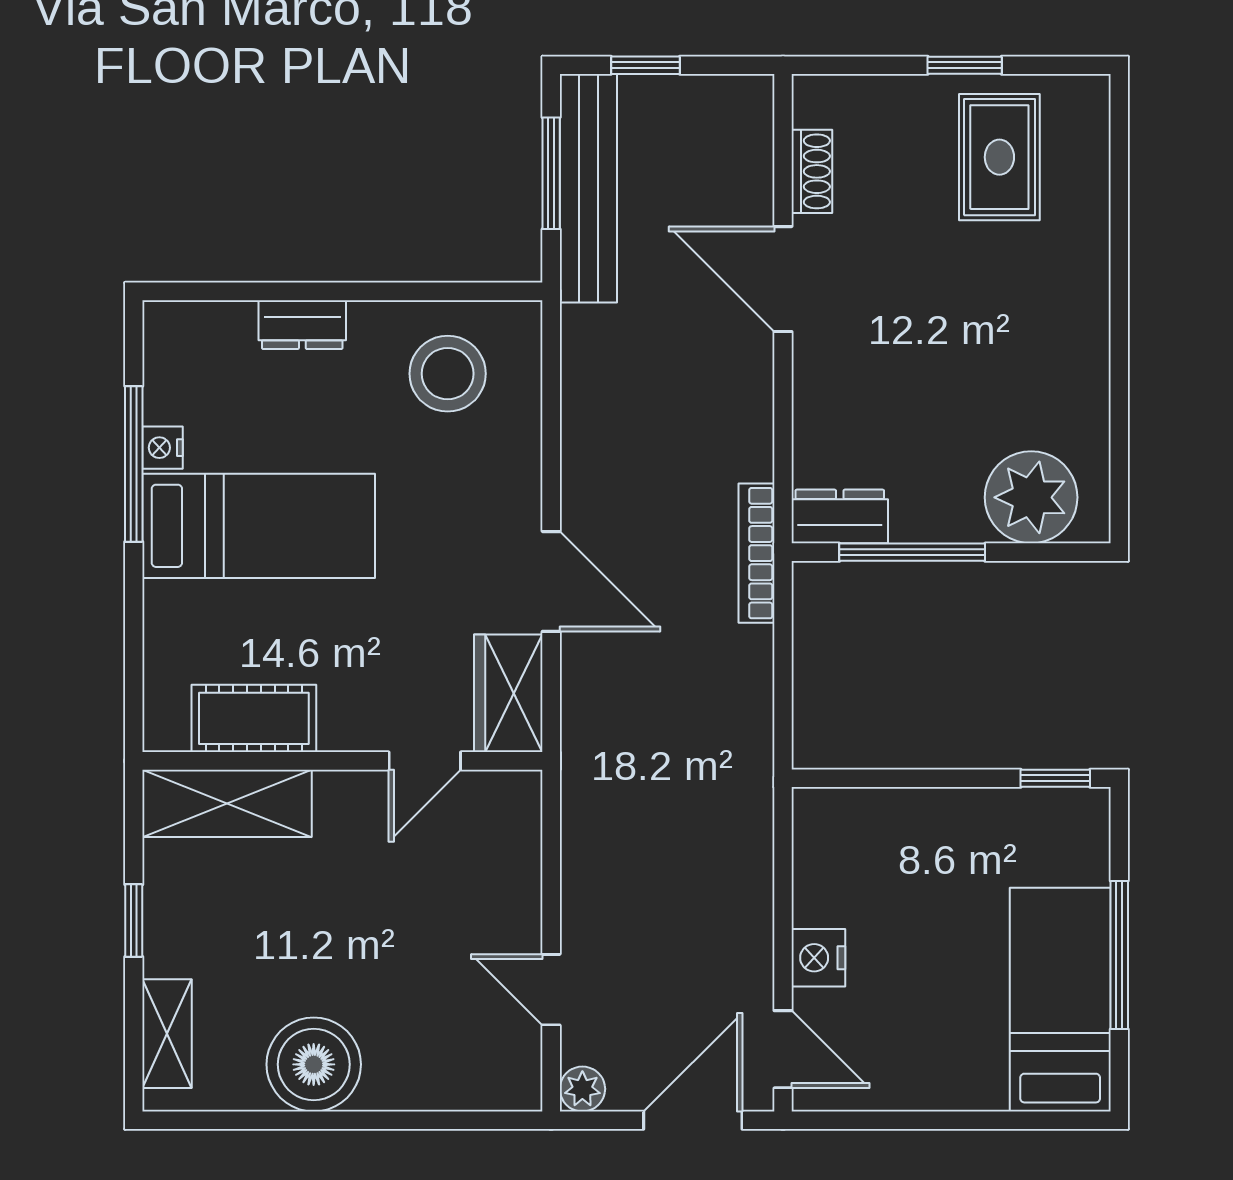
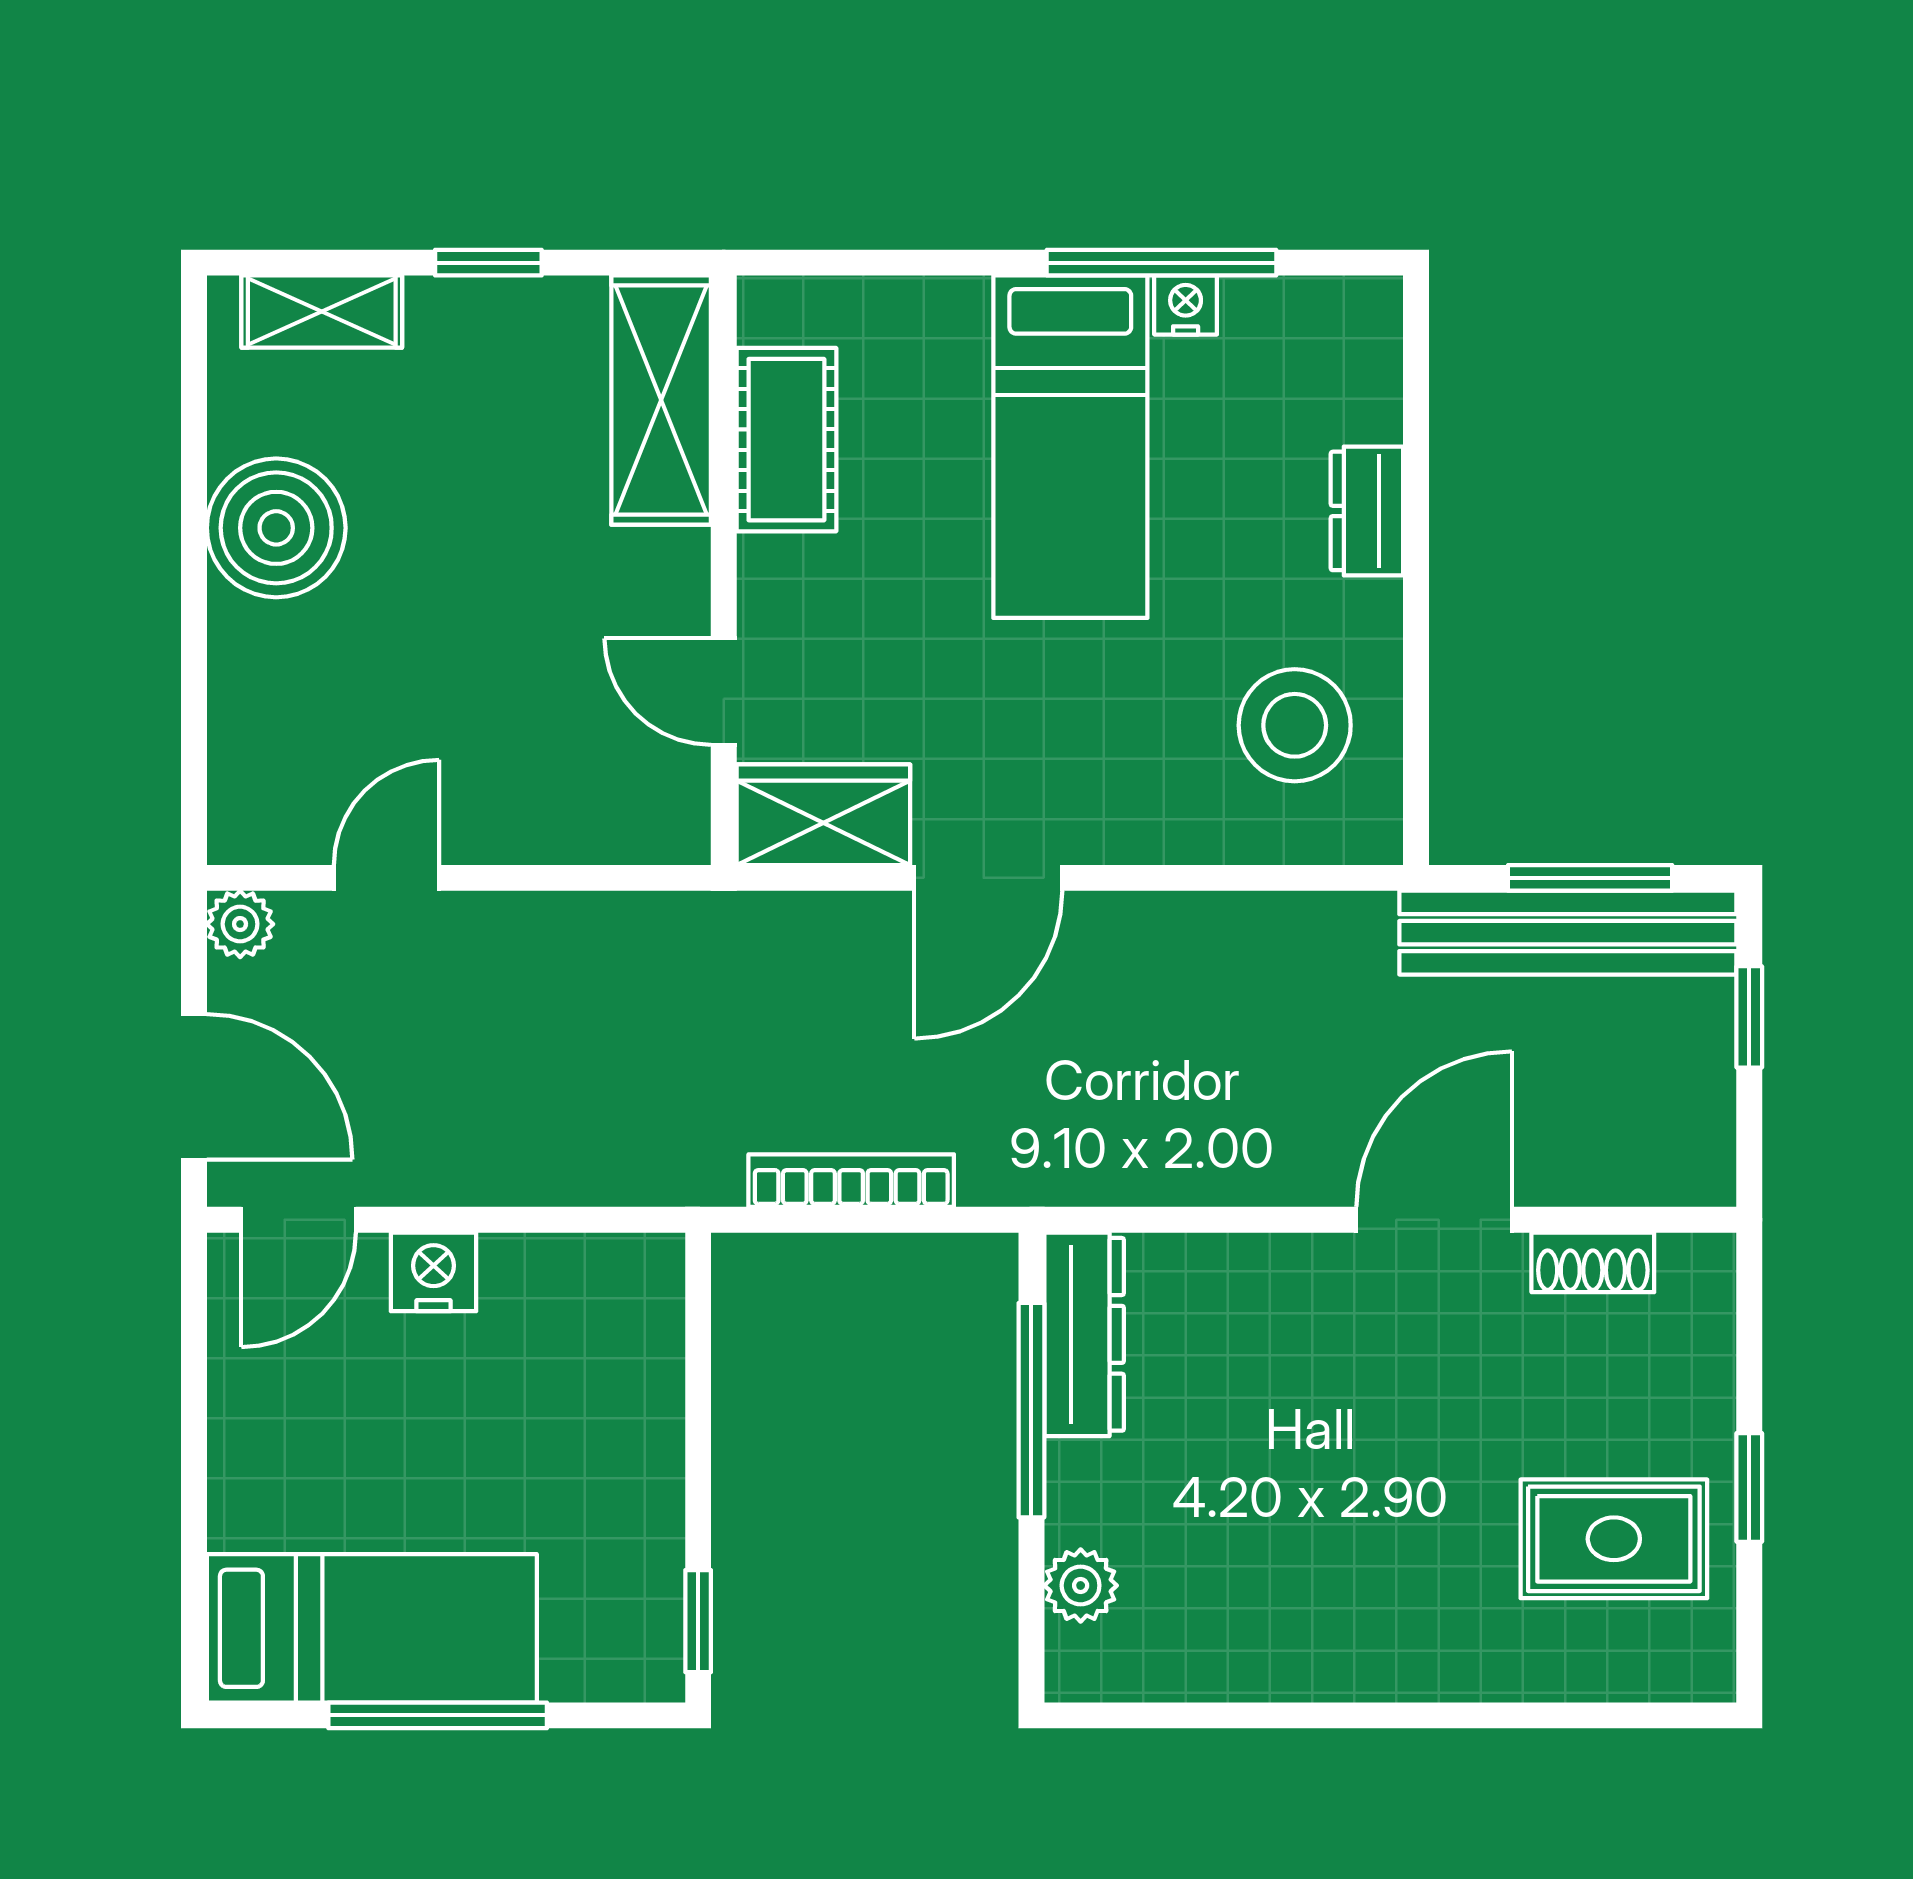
plant: (1031, 497) -> (1081, 1585), width x0.53, depth x0.53
dresser: (840, 516) -> (1084, 1334), width x1.44
bookcase: (756, 553) -> (851, 1181), moved

